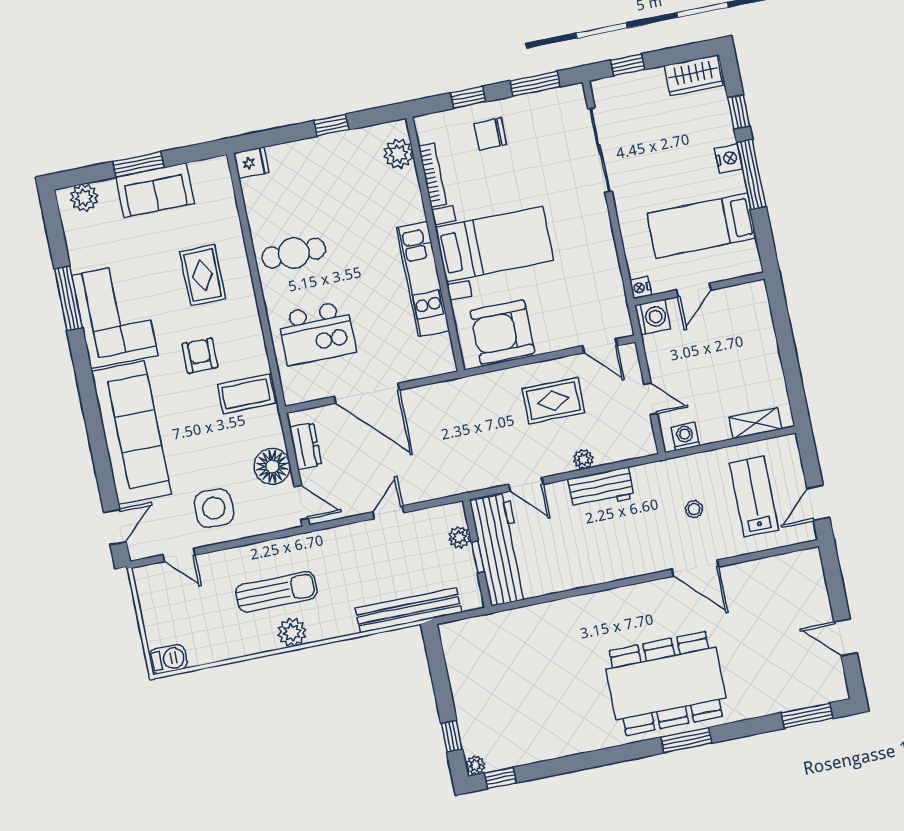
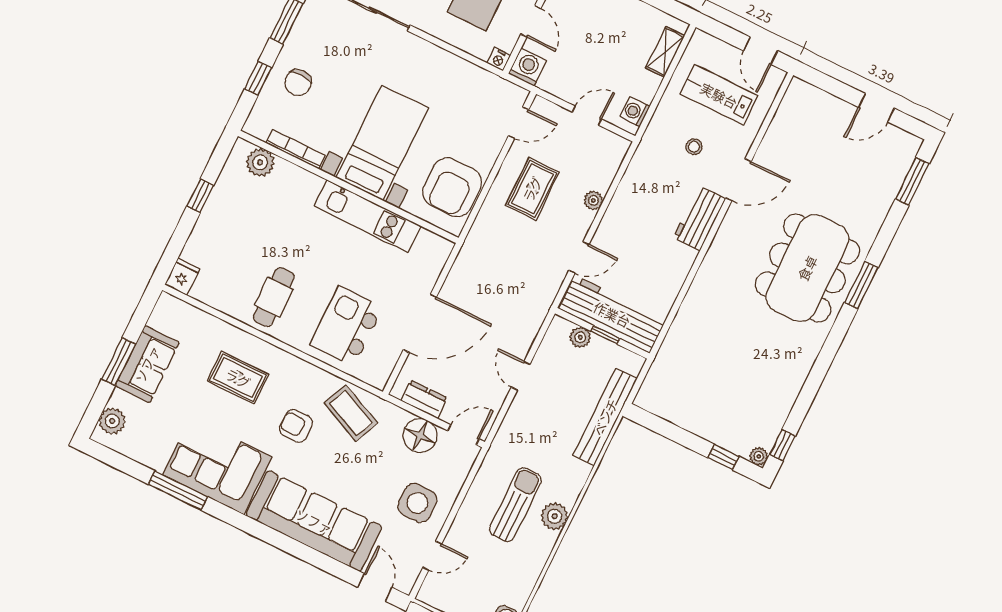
kitchen island: (317, 333) -> (346, 326), turned 180
coffee table: (246, 394) -> (351, 413), turned -66
workbench: (601, 488) -> (699, 218), moved, turned 180

